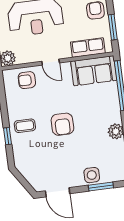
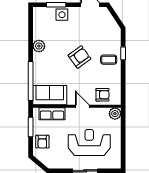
armchair: (62, 124) -> (79, 57), turned 54

